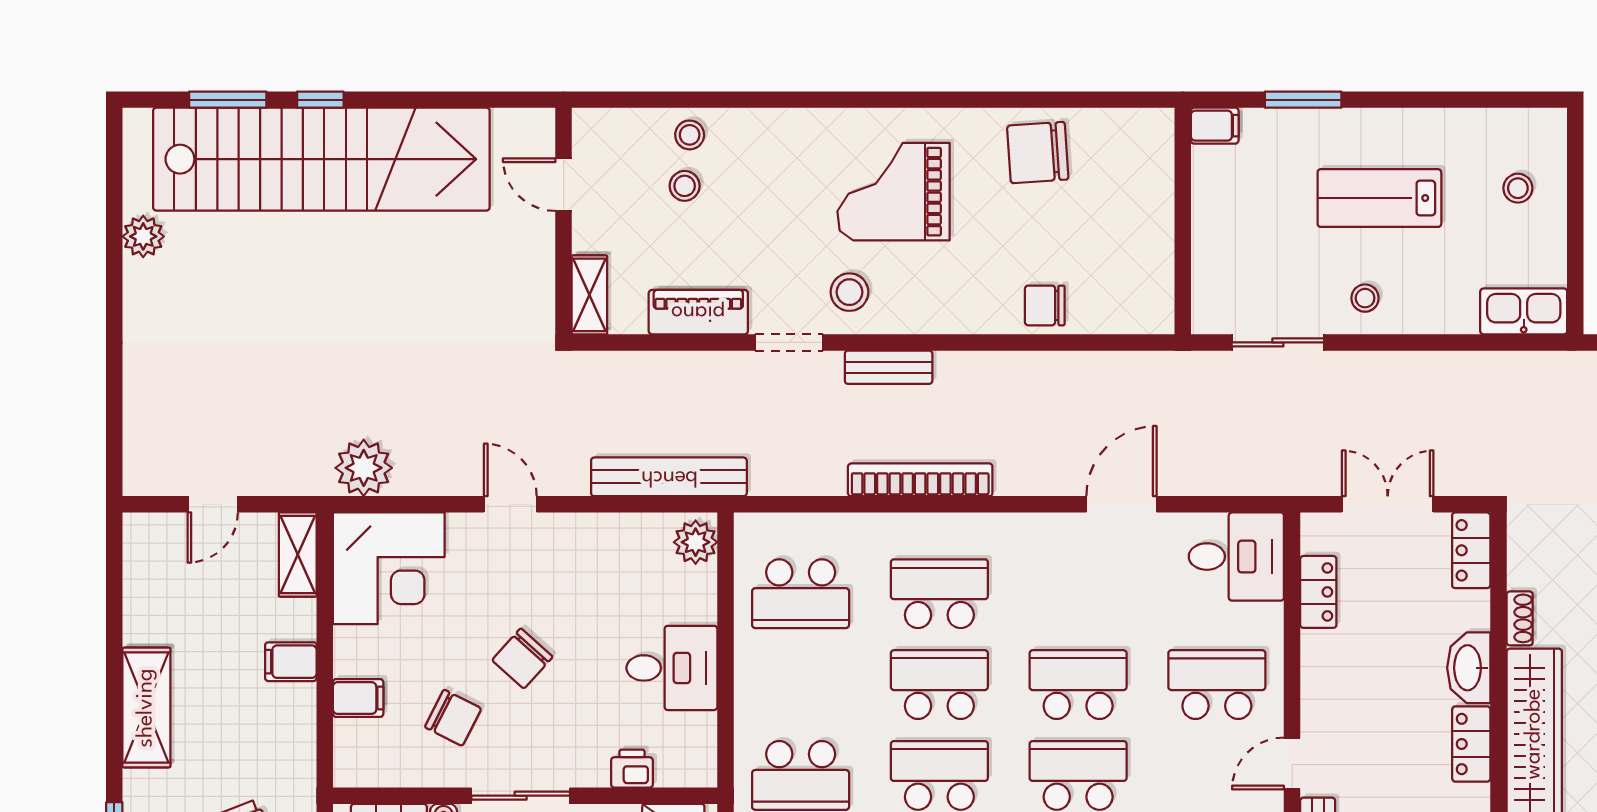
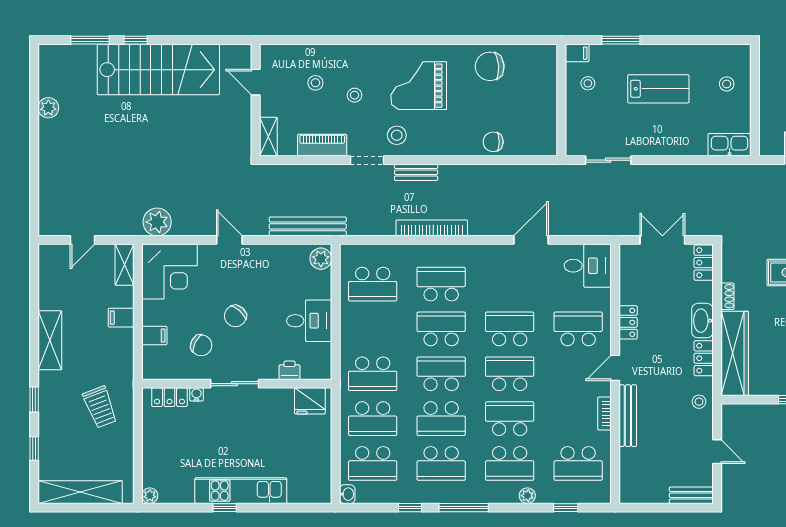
stool: (690, 135) -> (355, 95), moved
stairs: (321, 159) -> (158, 70), width x0.73
lab bench: (1379, 198) -> (658, 89), turned 180
stool: (1365, 298) -> (588, 83), moved
locker: (1318, 592) -> (628, 322), moved

